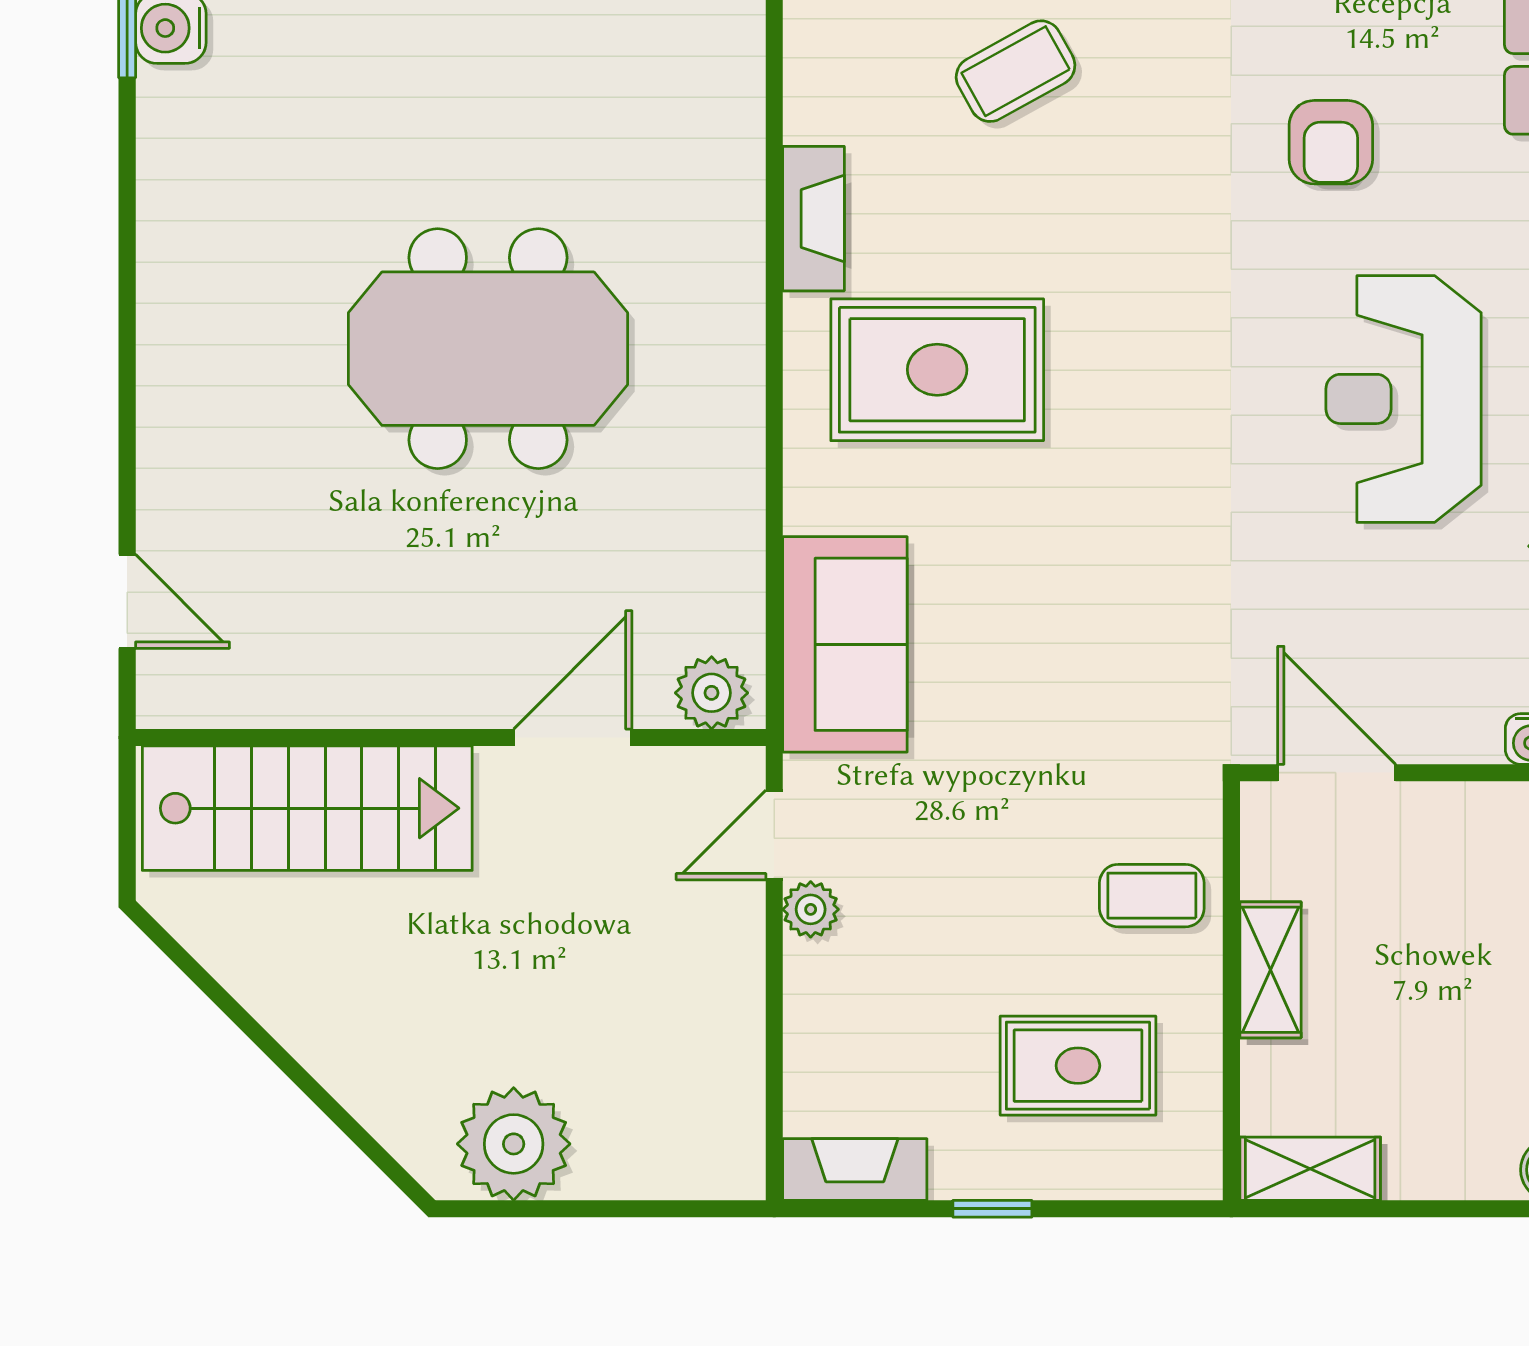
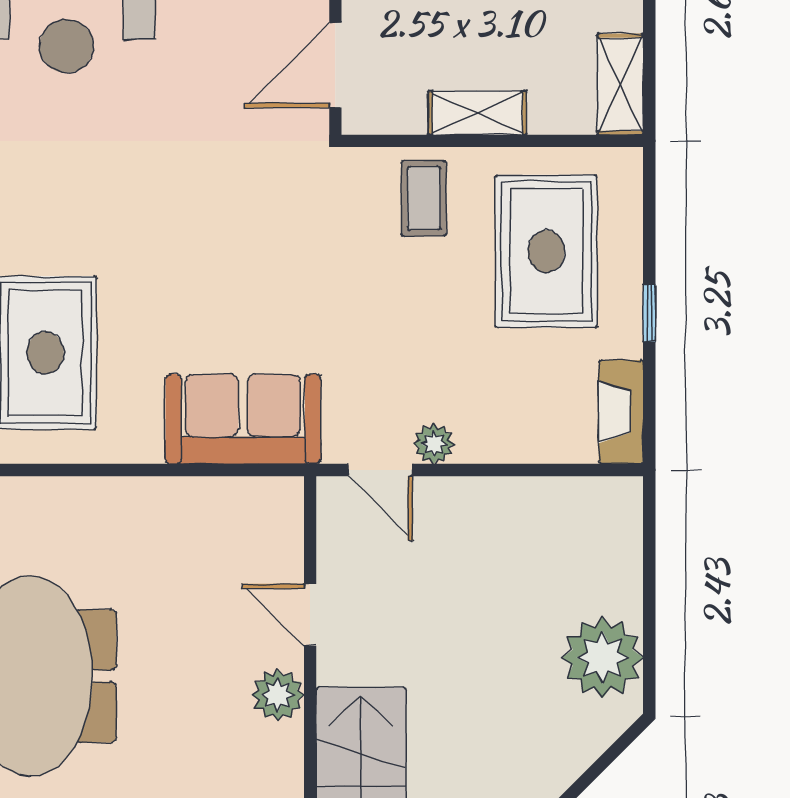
plant: (712, 693) -> (278, 695), moved
door: (573, 738) -> (310, 615), width x0.73
rug: (1078, 1066) -> (546, 251), width x1.36, depth x1.43

